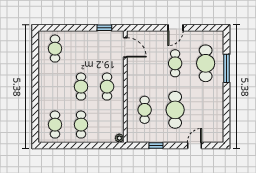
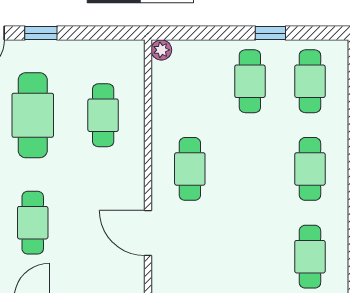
door: (125, 47) -> (148, 233), moved
cafe table: (81, 87) -> (310, 169), moved
window: (72, 145) -> (270, 33), added
window: (156, 145) -> (41, 33), moved

